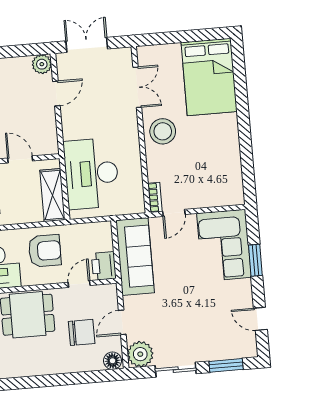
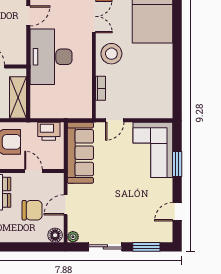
desk: (91, 173) -> (51, 57), moved
bookcase: (155, 197) -> (101, 88), moved
printer: (104, 266) -> (49, 131), moved, turned -90
door: (79, 284) -> (33, 171), hinge flipped
door: (260, 319) -> (177, 212), hinge flipped
plant: (140, 354) -> (73, 237), width x0.53, depth x0.53

